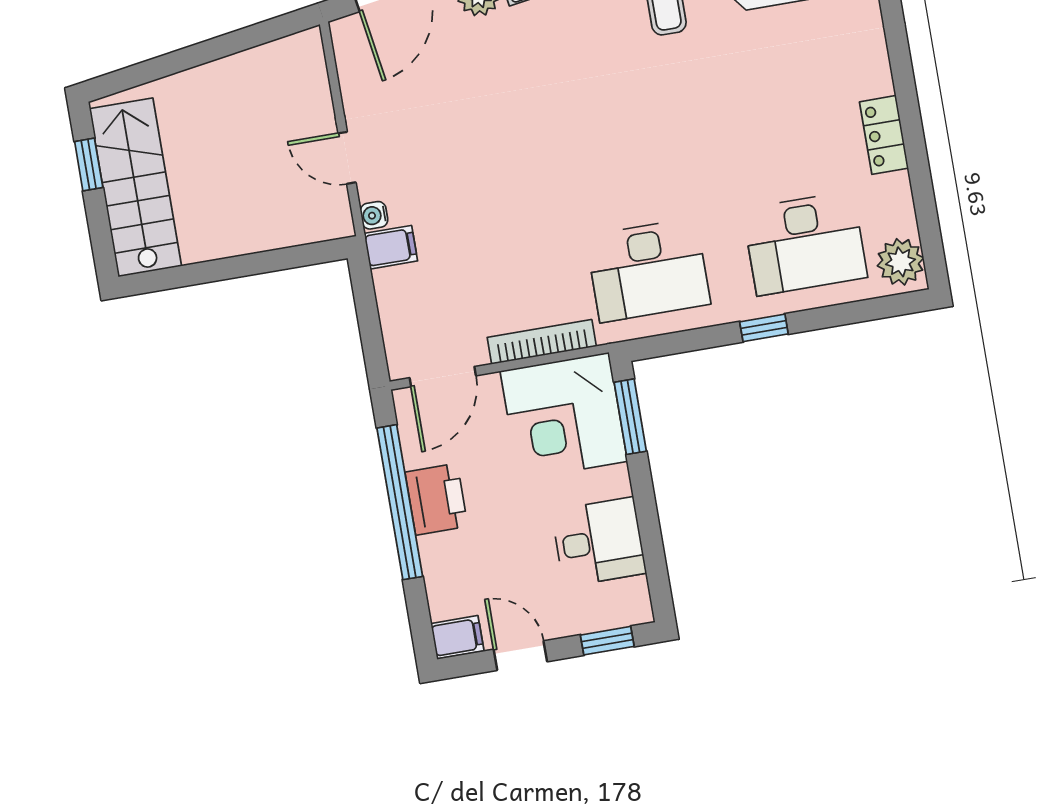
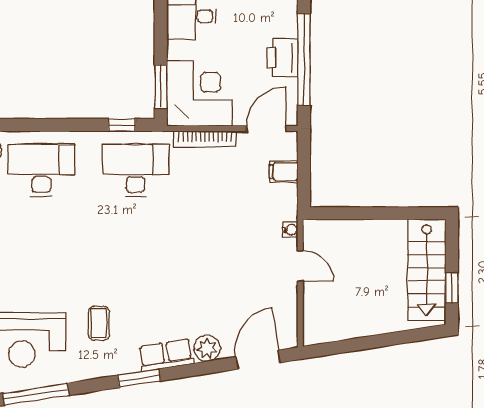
filing cabinet: (391, 247) -> (284, 172), moved
window: (764, 328) -> (122, 125), moved

